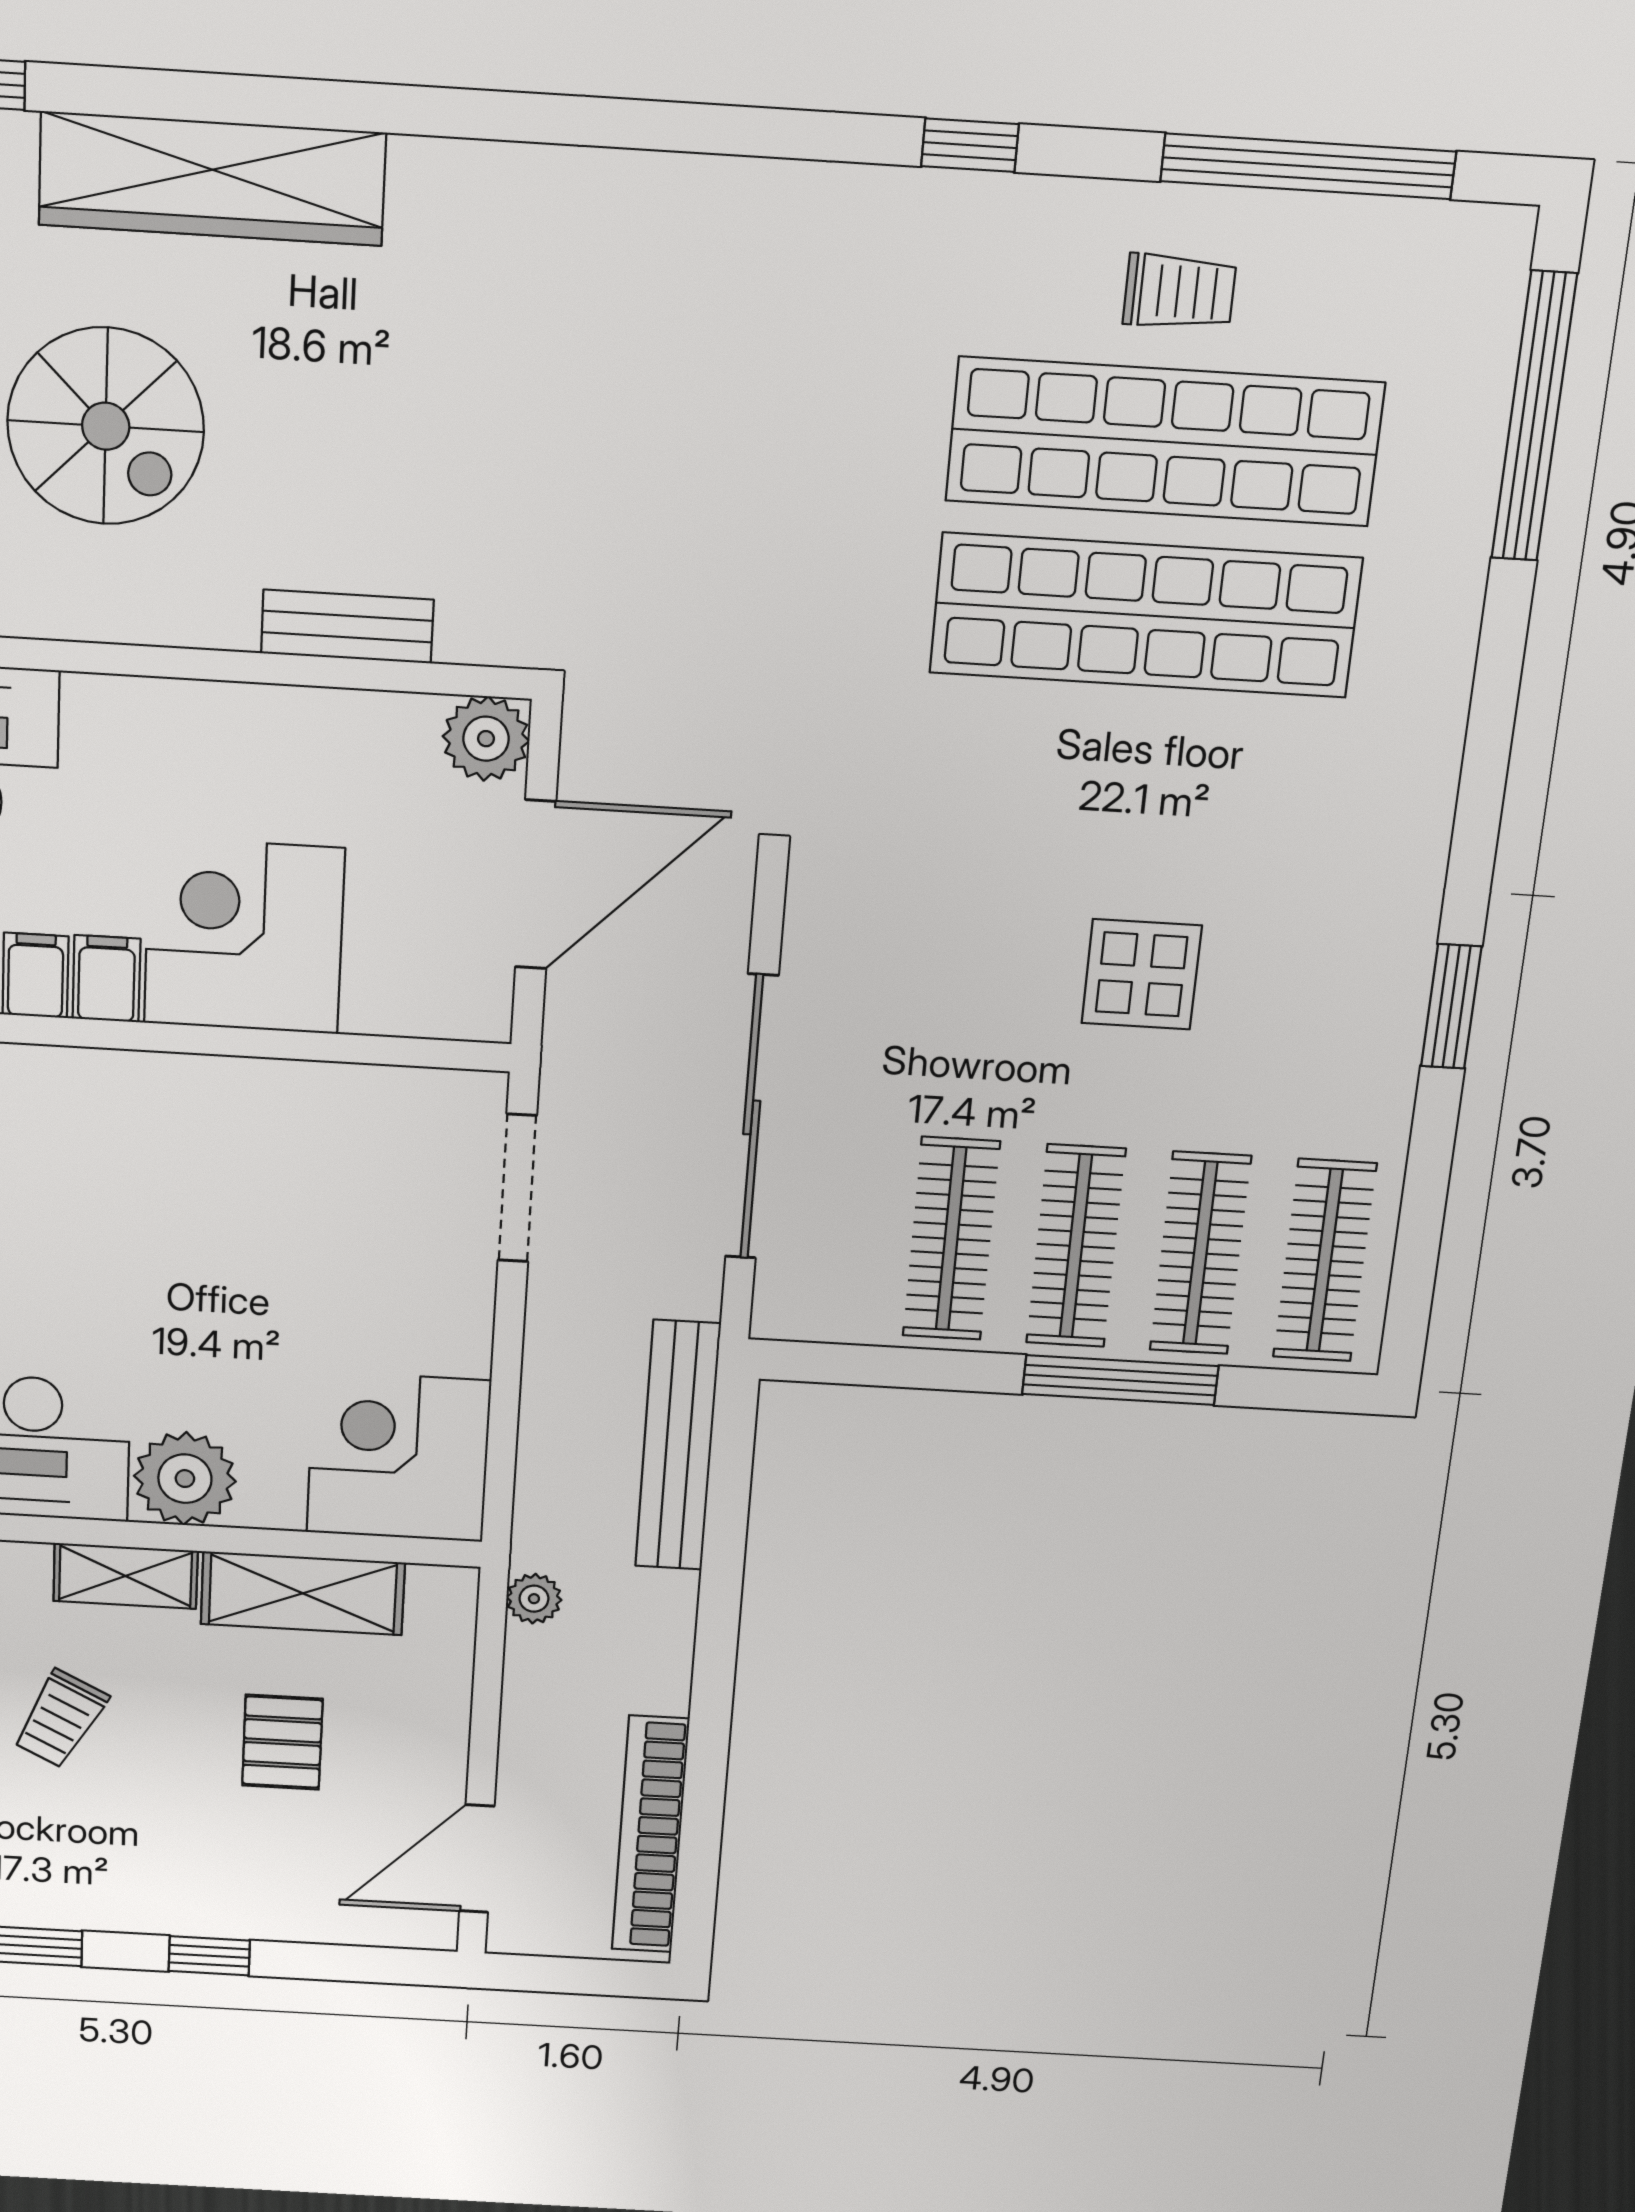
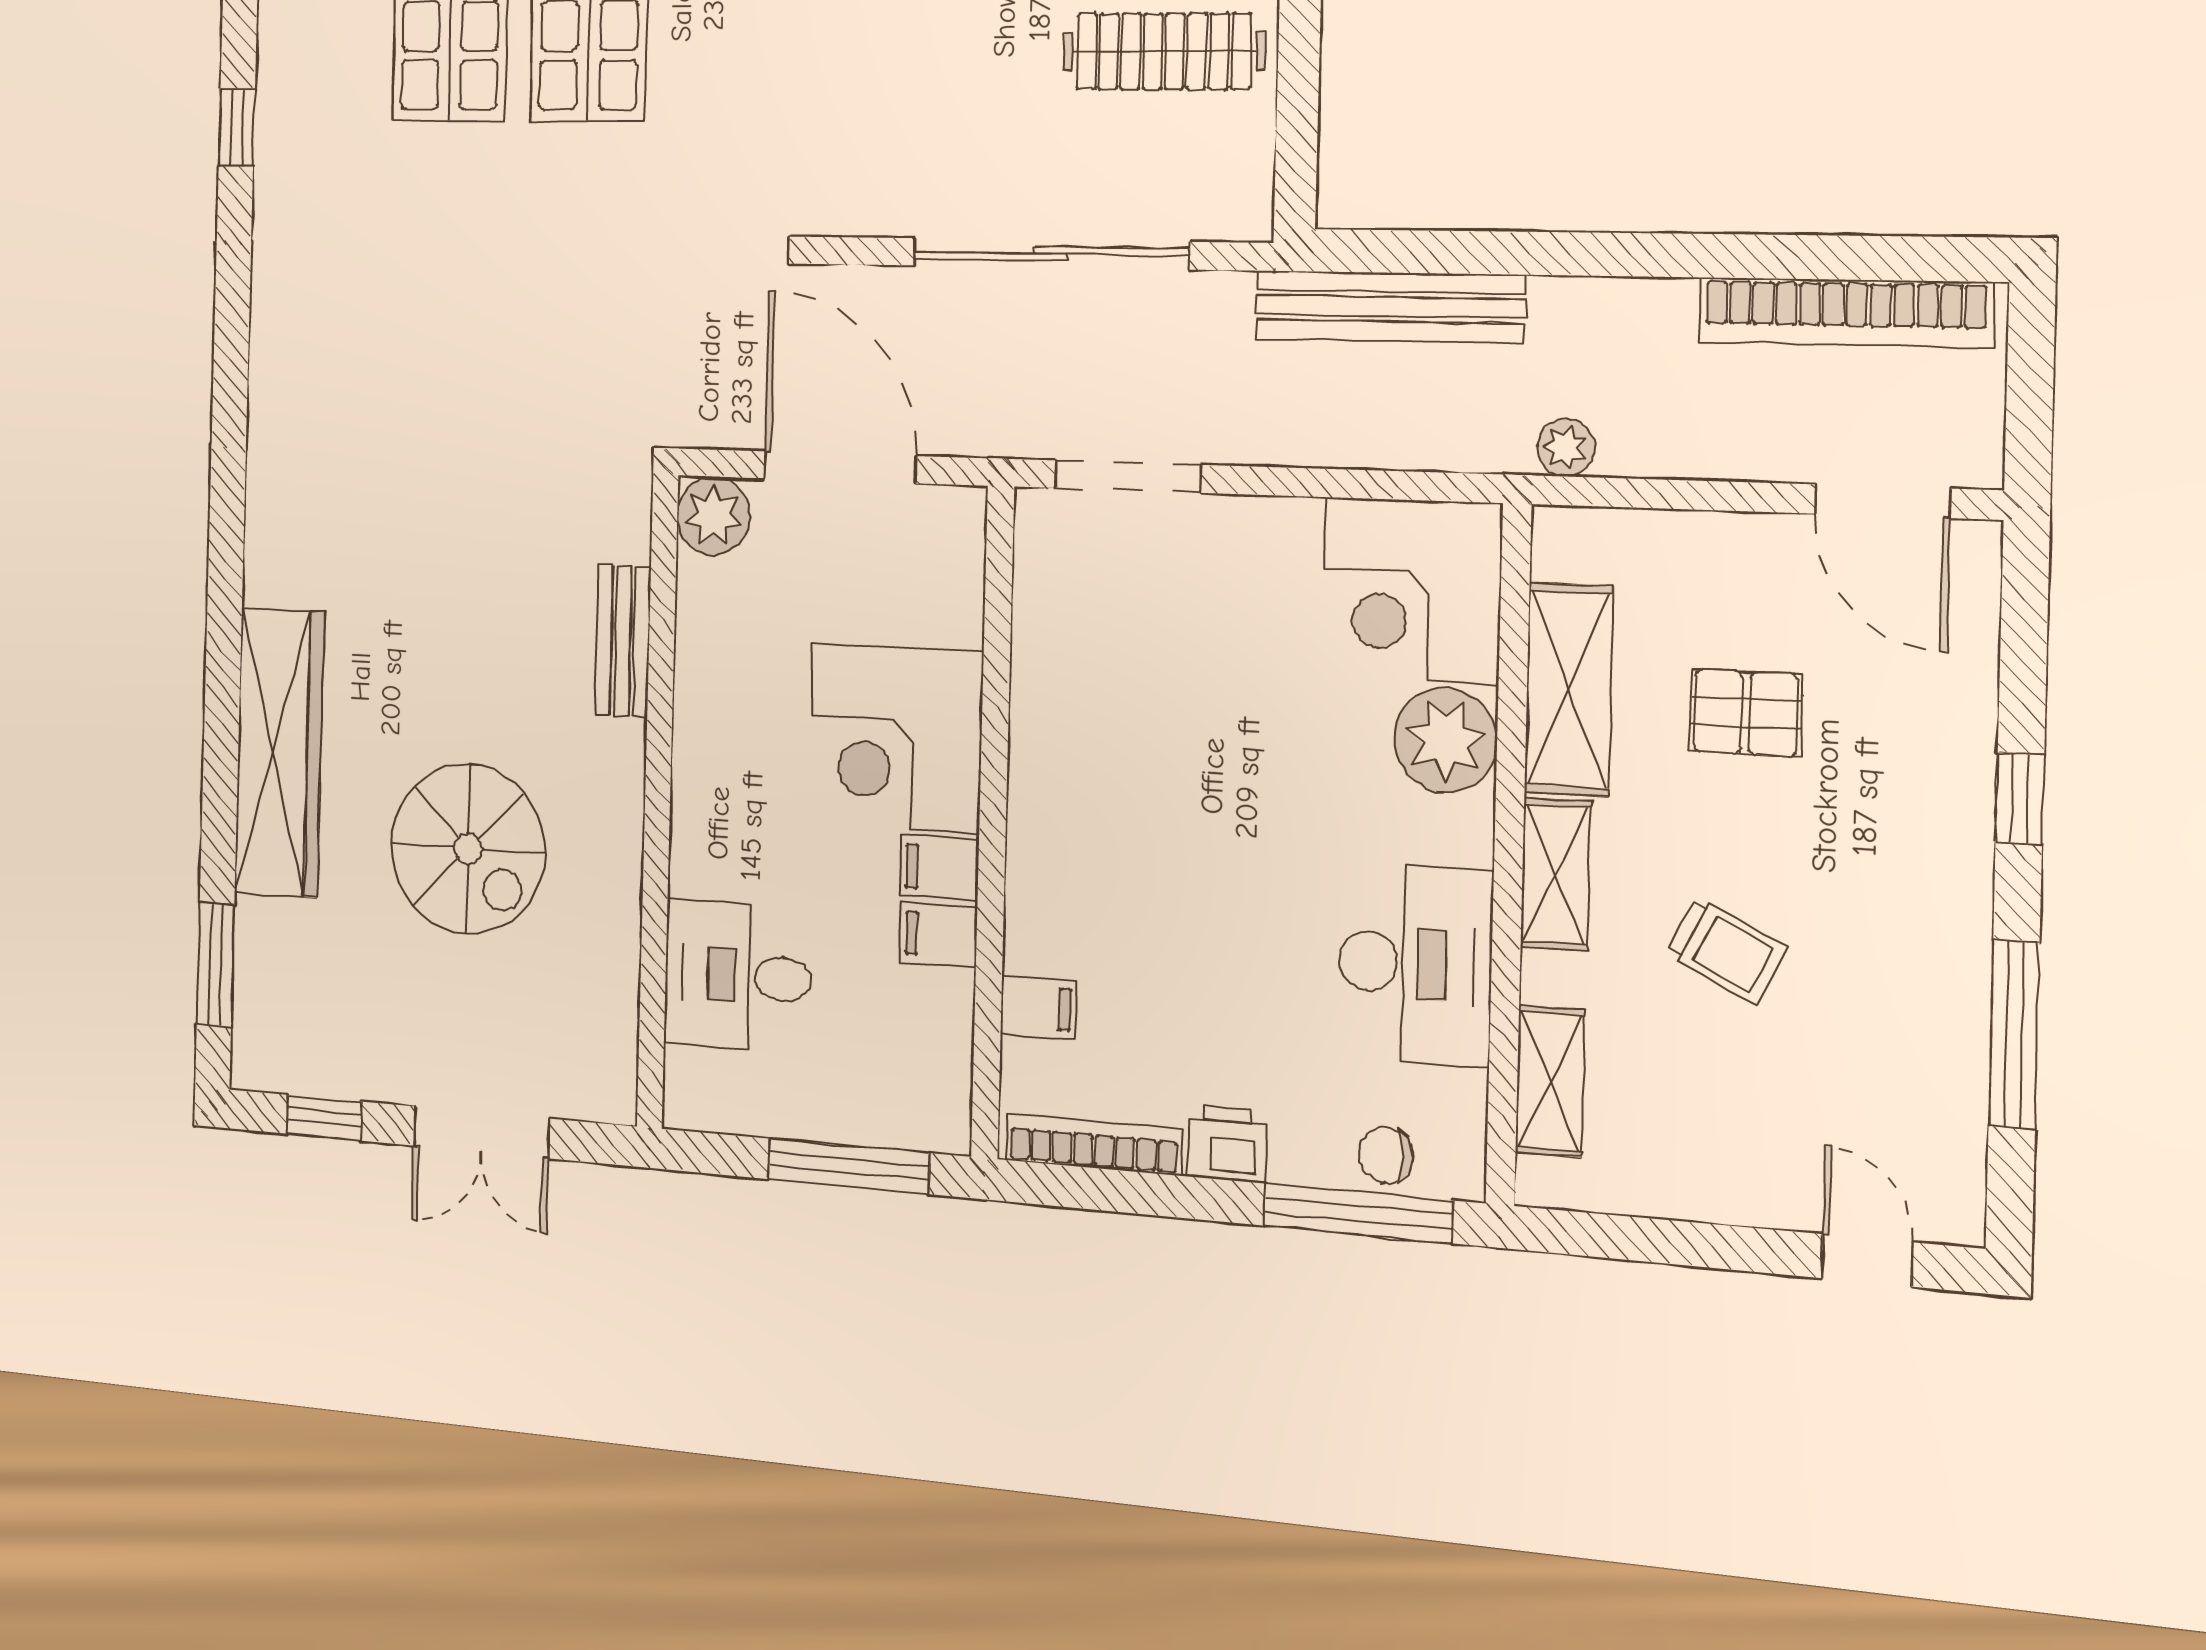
spiral stairs: (106, 426) -> (468, 849), turned 90
plant: (185, 1479) -> (1445, 740), moved

